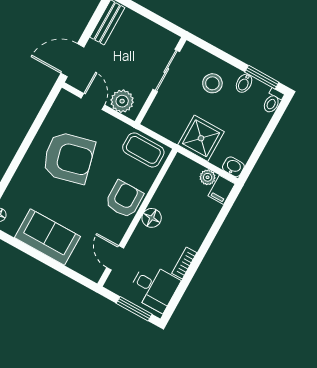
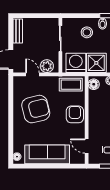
washing machine: (169, 121) -> (76, 63), added
floor lamp: (152, 218) -> (94, 84), moved
sofa: (47, 237) -> (47, 154), width x1.36

